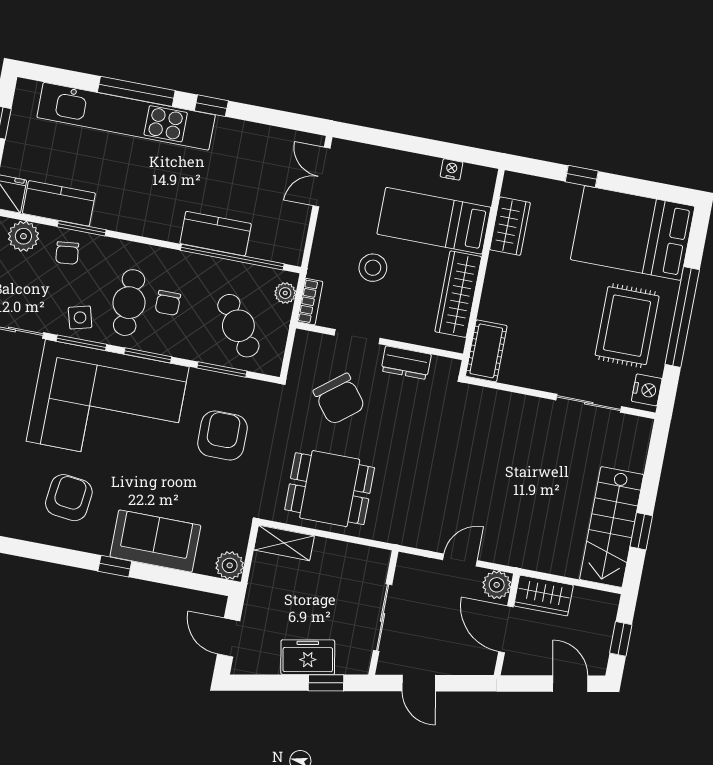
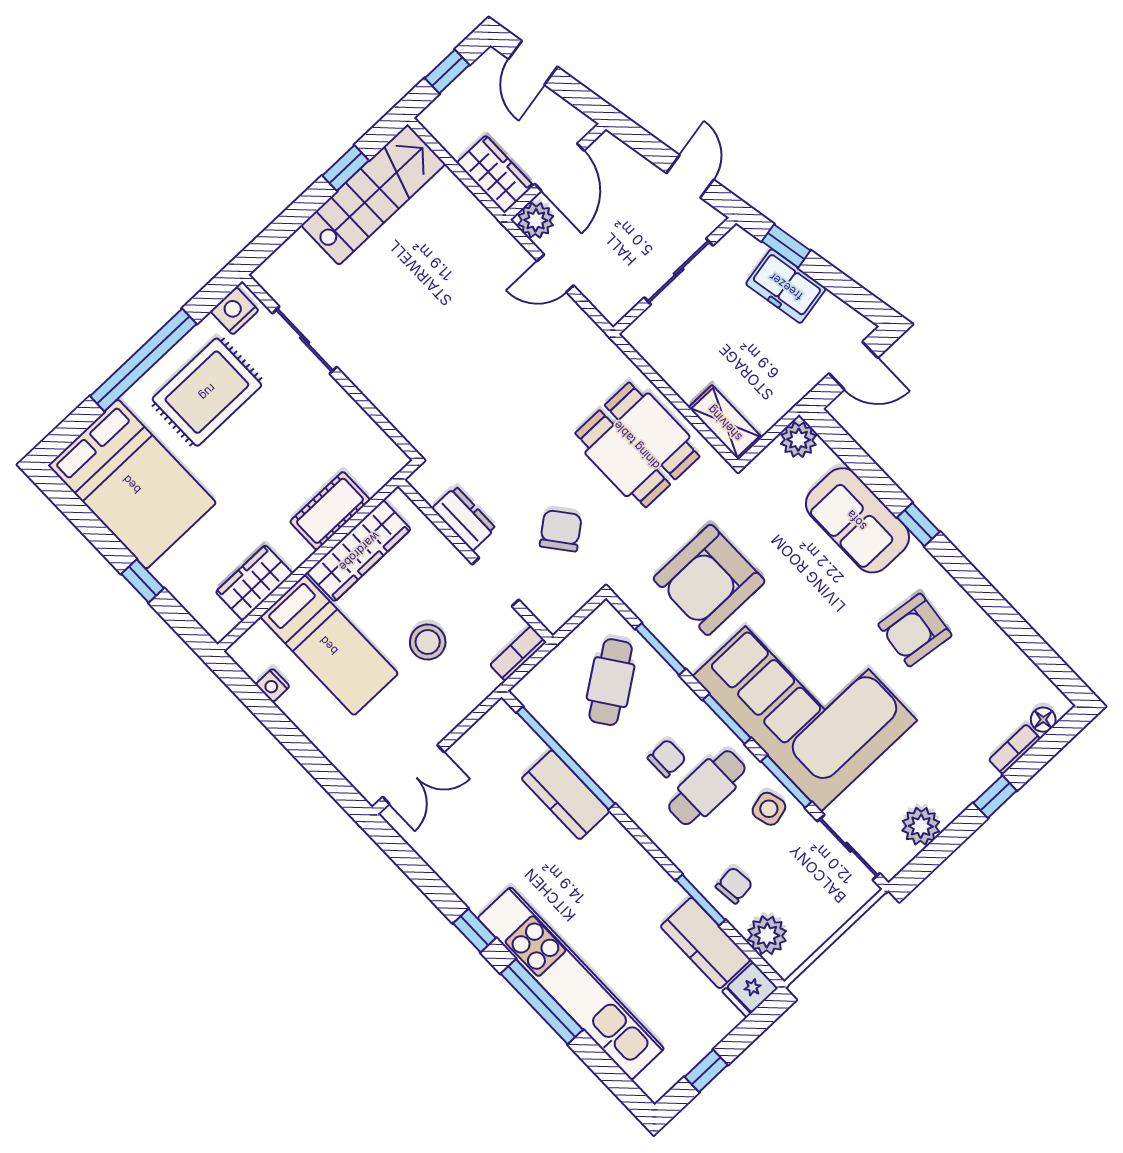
plant: (285, 293) -> (538, 681), removed
cot: (486, 351) -> (330, 511), moved
chair: (339, 399) -> (561, 531), width x0.73, depth x0.73
armchair: (222, 436) -> (709, 580), width x1.36, depth x1.36
door: (229, 638) -> (853, 366), hinge flipped

